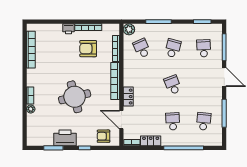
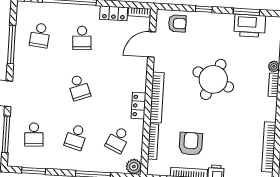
school desk: (142, 48) -> (118, 140), turned 48
armchair: (88, 49) -> (191, 144), turned -90
round table: (75, 97) -> (213, 79), turned 37
locker: (128, 97) -> (139, 106), moved
door: (121, 120) -> (152, 44), swing flipped
printer: (65, 138) -> (250, 26), moved

